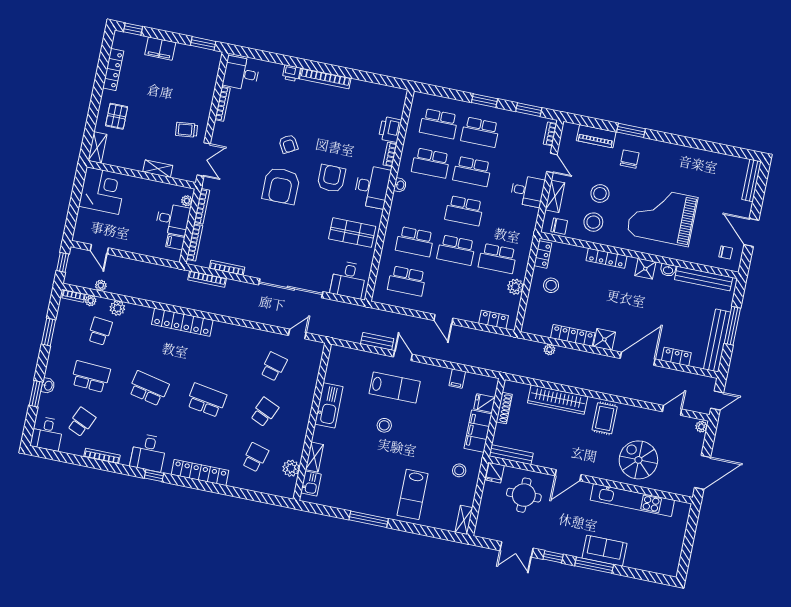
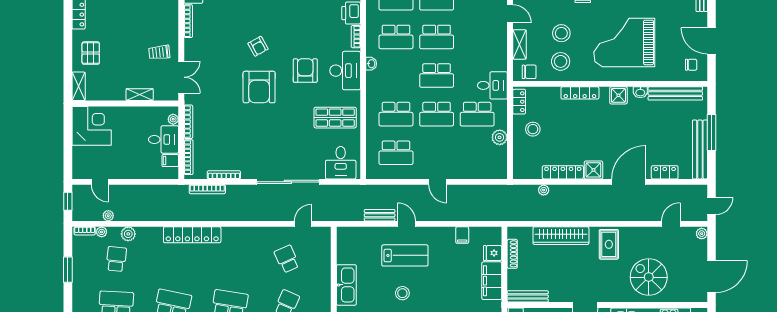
desk: (527, 191) -> (492, 85), moved
locker: (494, 319) -> (485, 172), removed
school desk: (274, 367) -> (287, 259), turned -39

